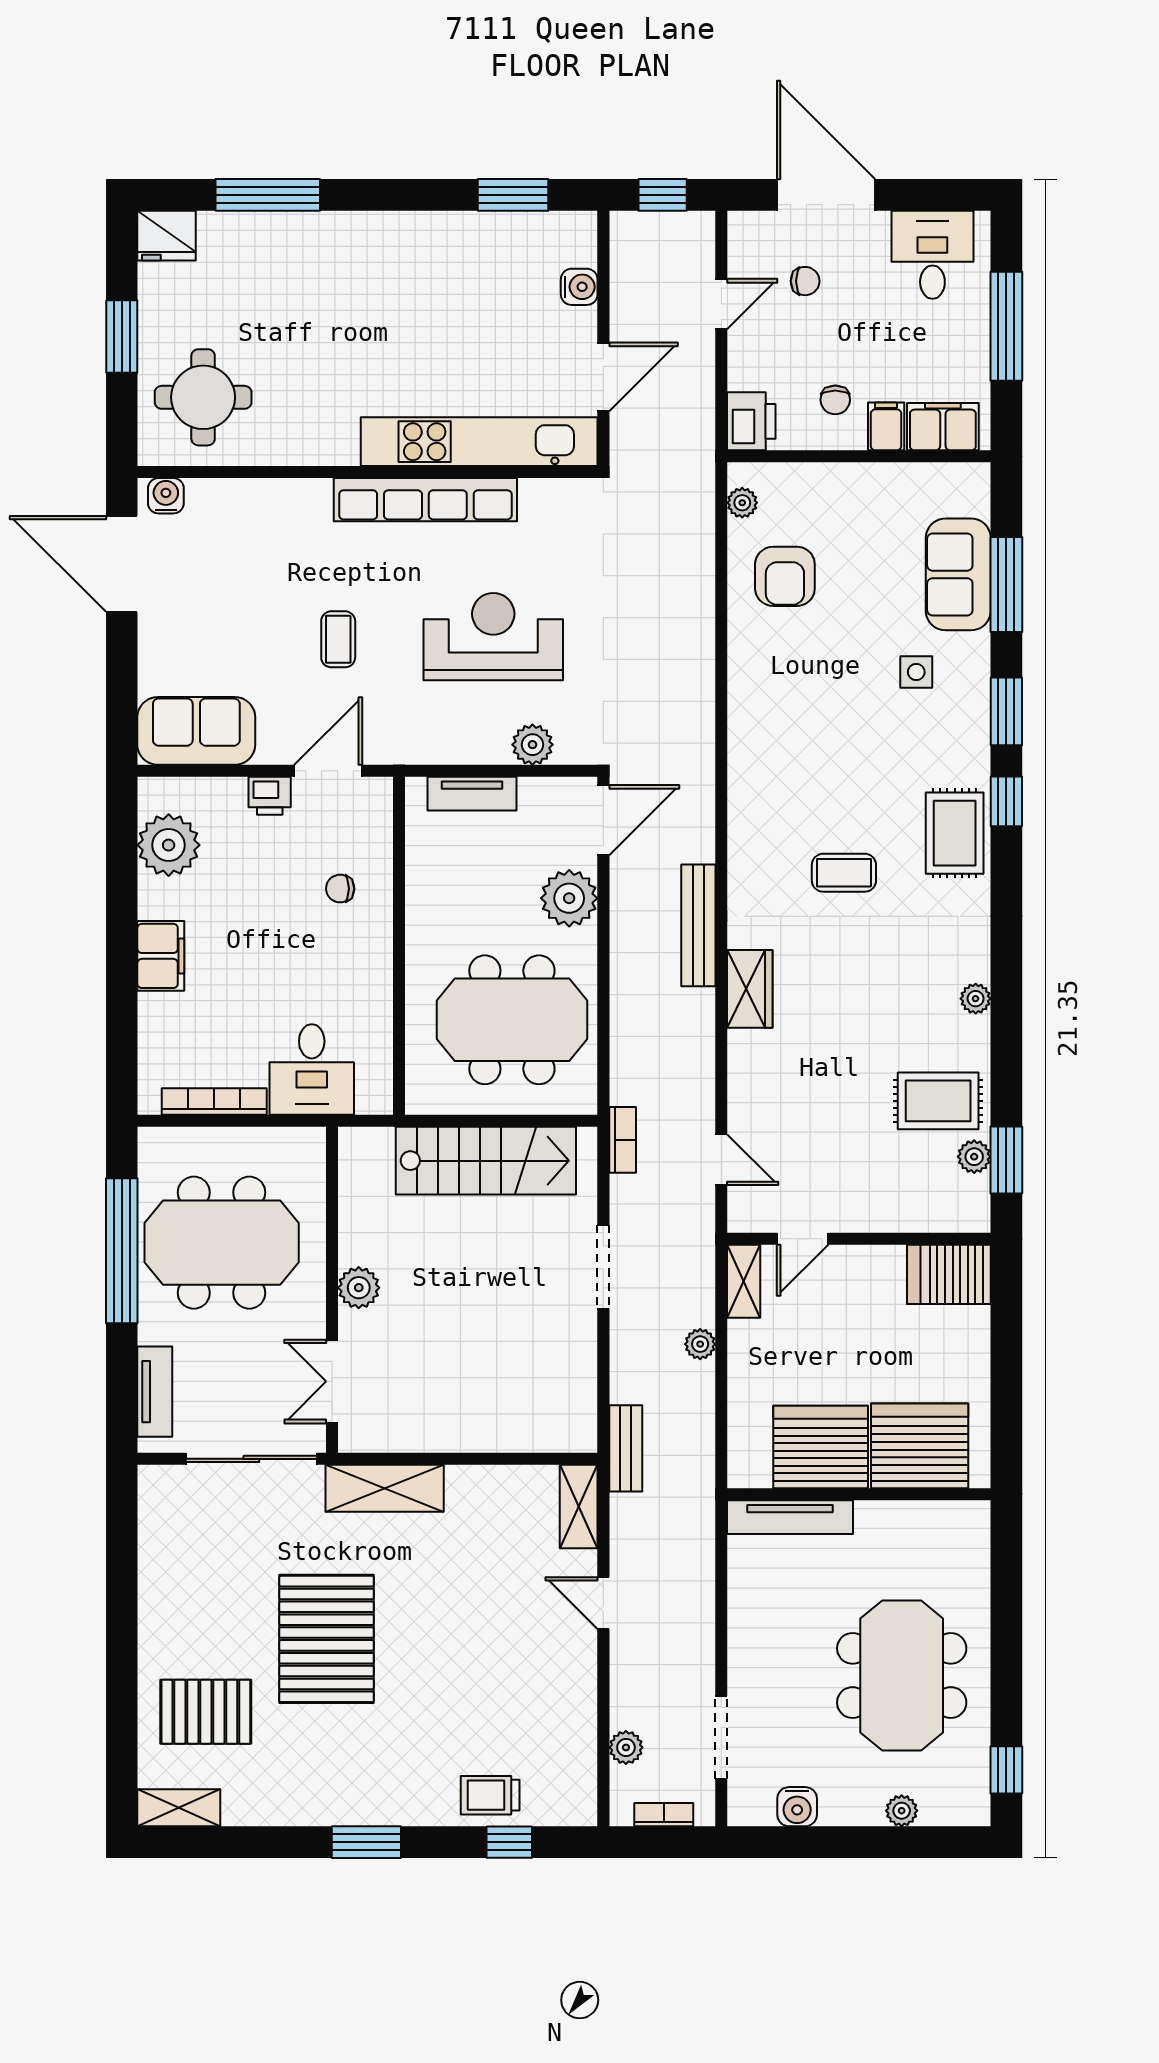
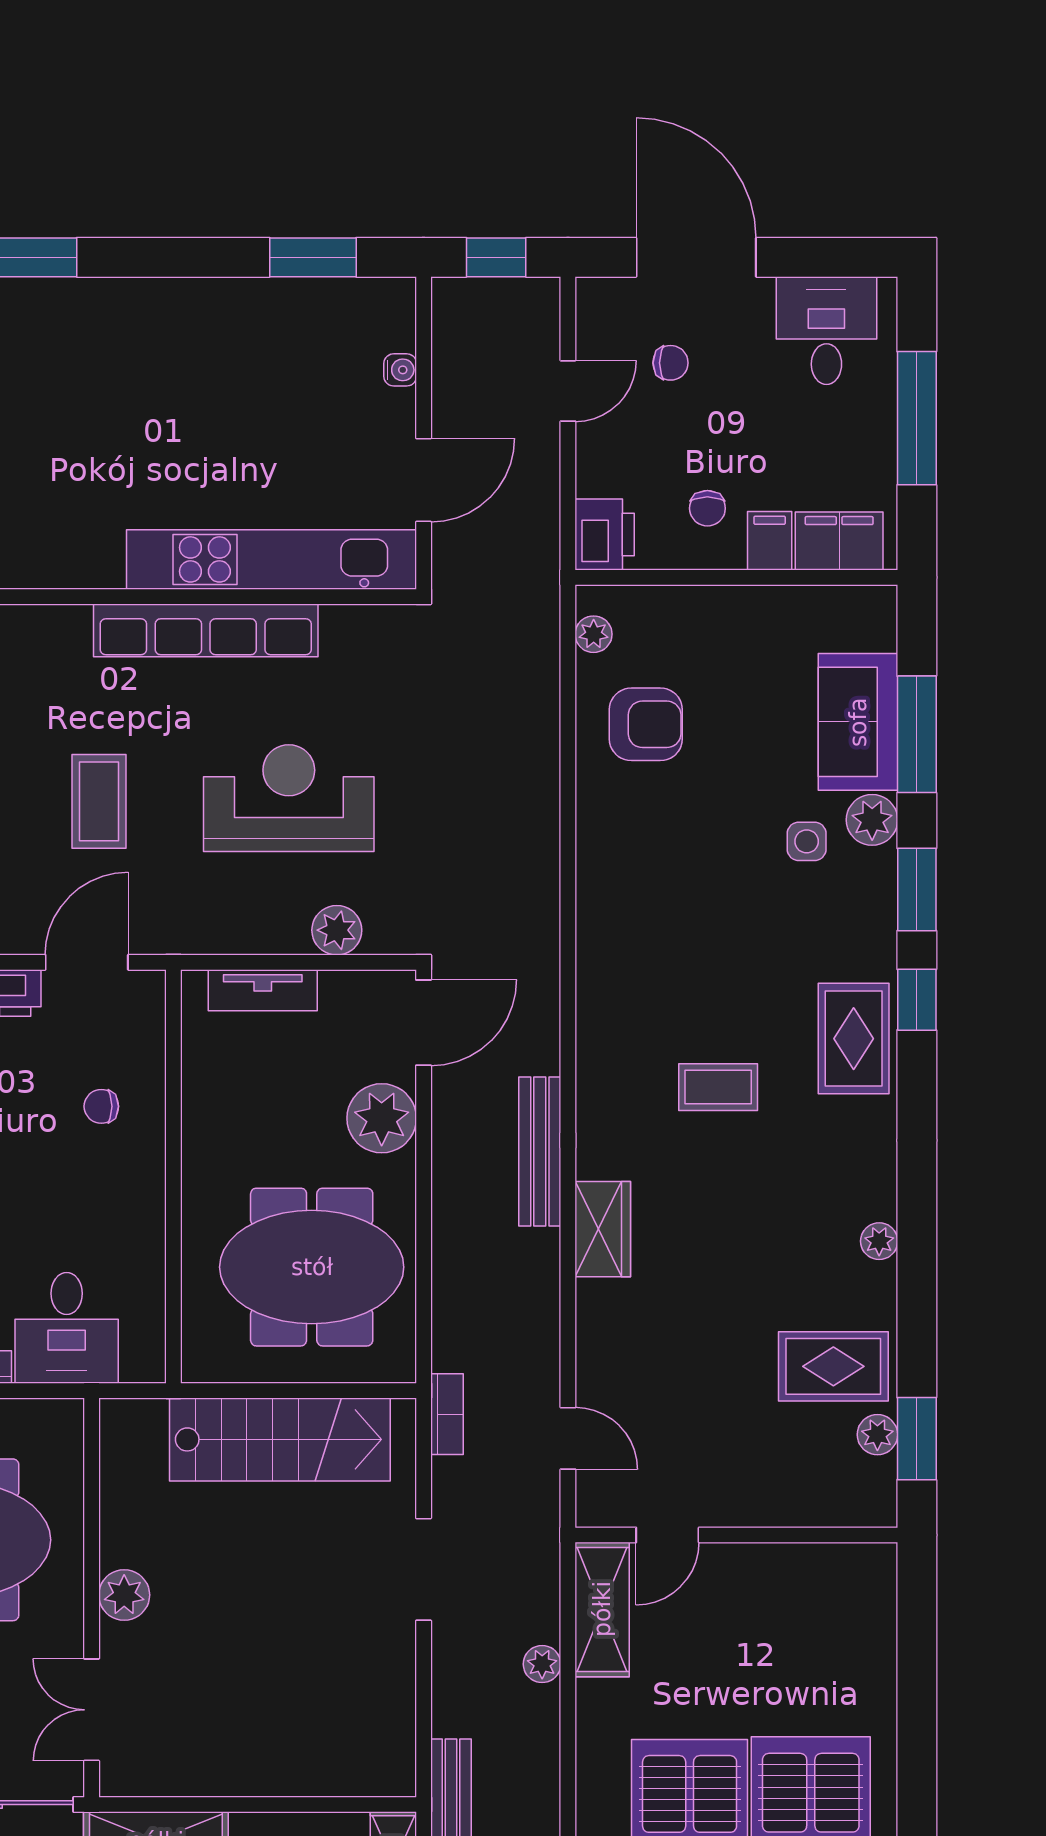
water cooler: (579, 287) -> (400, 370), width x0.72, depth x0.72
armchair: (785, 576) -> (646, 724), turned -90
coffee table: (338, 639) -> (99, 801), width x1.36, depth x1.30
plant: (970, 654) -> (872, 820), added
server rack: (949, 1274) -> (846, 1579), removed
shelving: (744, 1281) -> (602, 1609), width x1.50, depth x1.33

